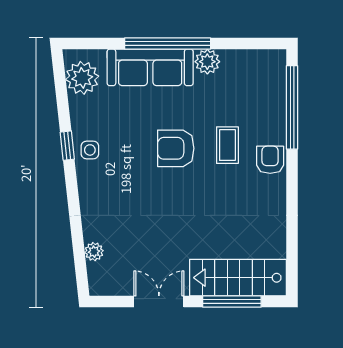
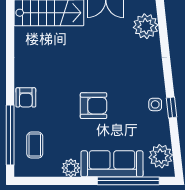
window: (168, 44) -> (128, 181), moved
coffee table: (227, 145) -> (35, 145), moved
plant: (94, 252) -> (146, 26), width x1.87, depth x1.87

